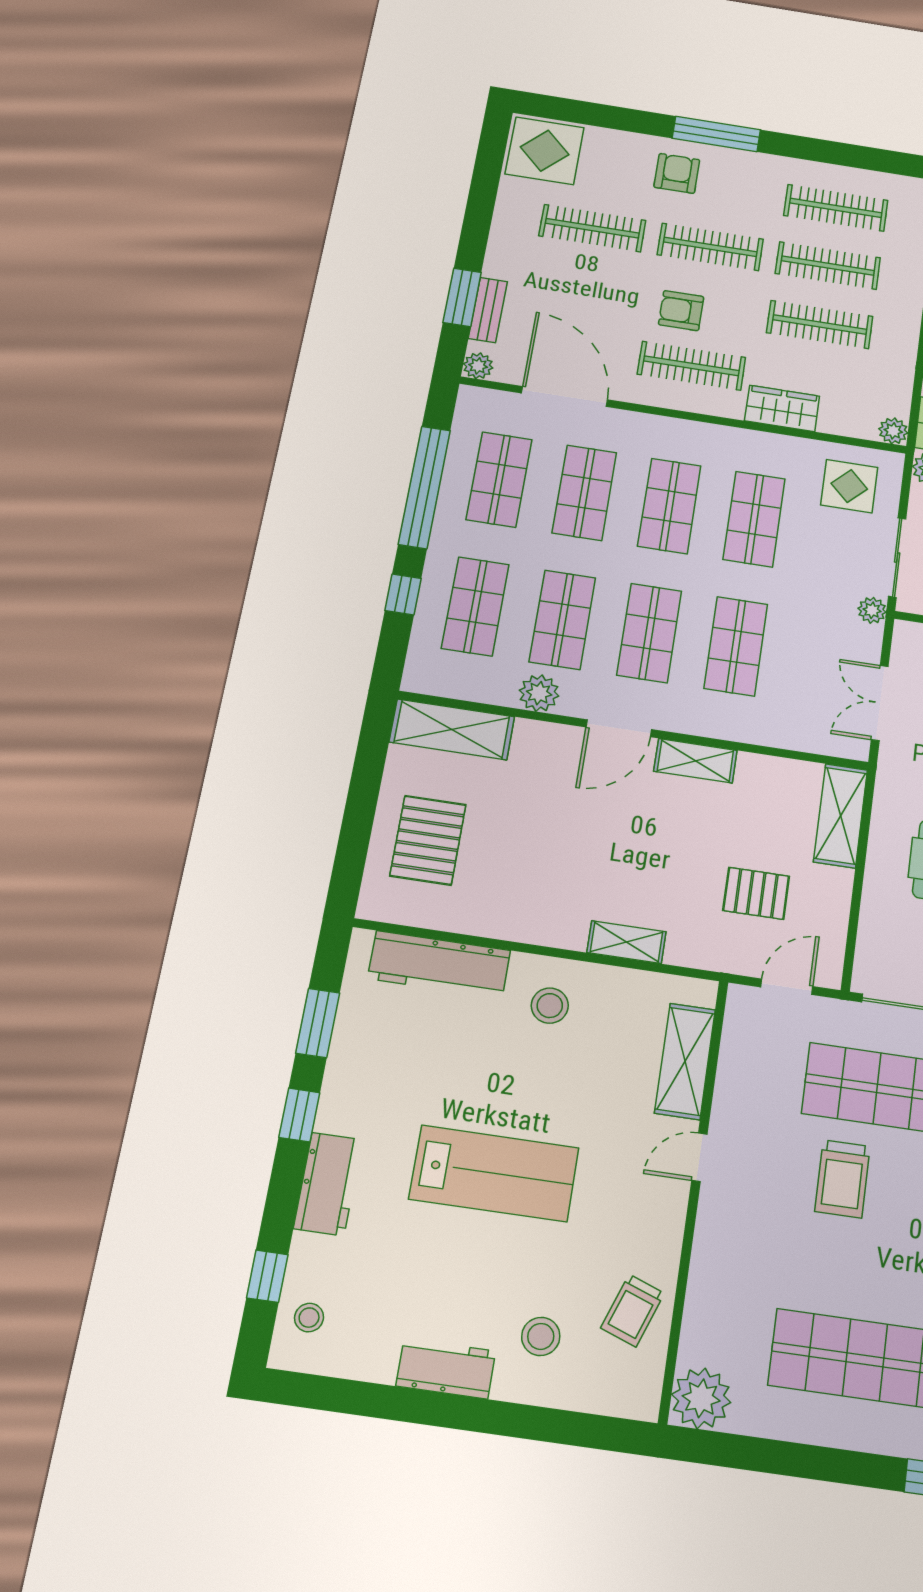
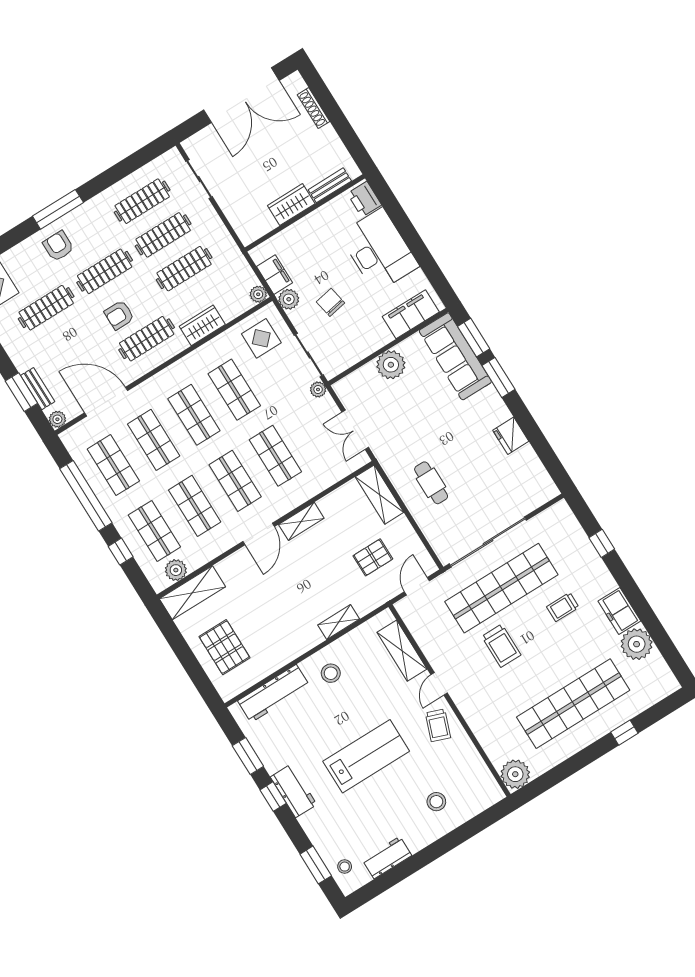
plant: (539, 693) -> (176, 570), moved
workbench: (328, 1184) -> (294, 791), moved
window: (267, 1276) -> (316, 865), width x1.50
trolley: (633, 1311) -> (438, 725), moved
workbench: (446, 1369) -> (387, 858), moved

